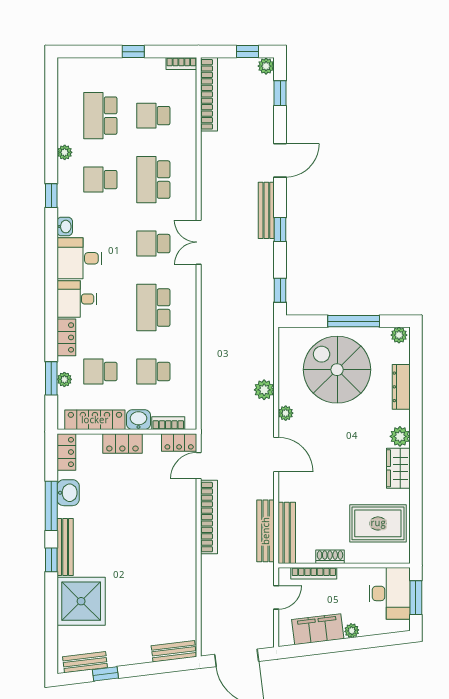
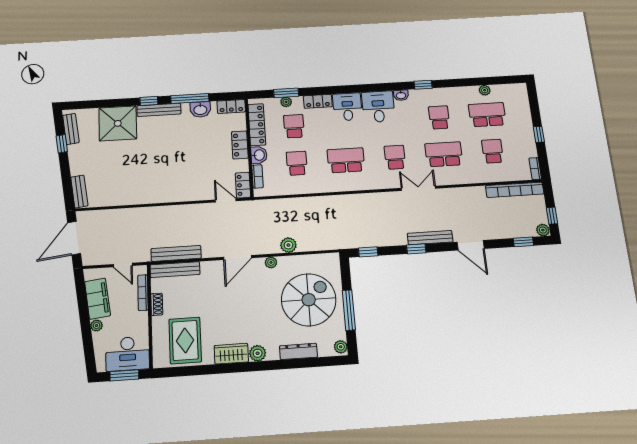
plant: (65, 152) -> (485, 90), moved
double door: (199, 242) -> (418, 188), moved
bookcase: (209, 517) -> (186, 210), removed

